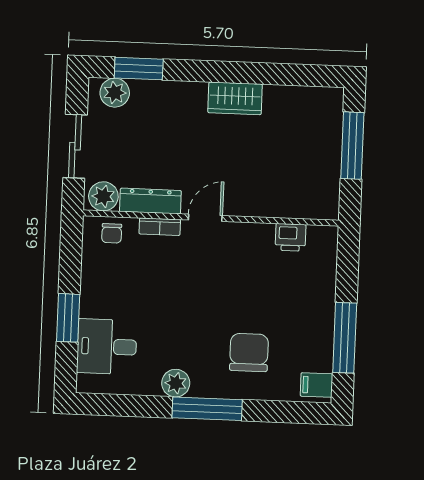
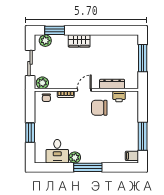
wardrobe: (235, 98) -> (79, 41), moved
dresser: (150, 201) -> (112, 84), moved
desk: (107, 347) -> (57, 151), moved, turned -90
chair: (249, 352) -> (99, 108), moved, turned -90

